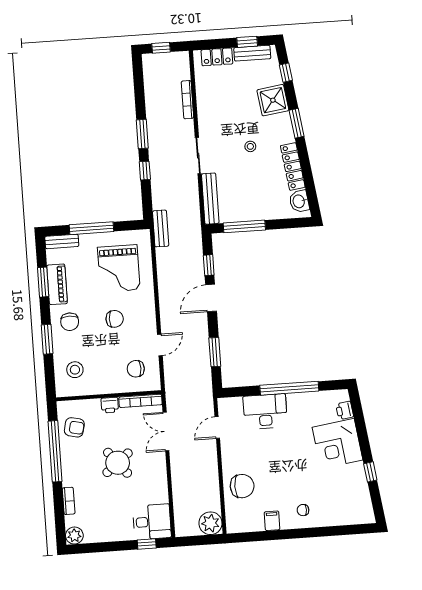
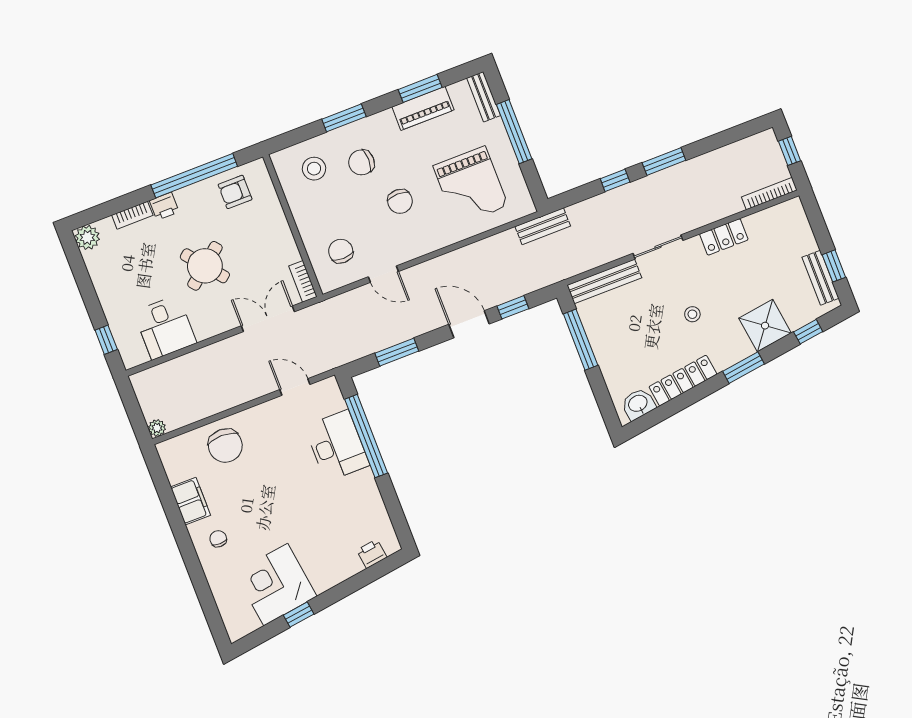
locker: (217, 57) -> (724, 237), moved, turned -90
bookcase: (187, 100) -> (769, 194), moved
grand piano: (119, 268) -> (471, 186), turned -90
chair: (70, 322) -> (361, 162), moved
window: (289, 388) -> (366, 436), moved
bookcase: (140, 401) -> (303, 281), width x0.64
printer: (110, 405) -> (164, 206), moved, turned -90
armchair: (74, 427) -> (235, 192), turned 77
corner desk: (338, 444) -> (276, 585), moved
filing cabinet: (272, 521) -> (190, 501), width x2.00
desk: (152, 522) -> (165, 327), moved
plant: (210, 523) -> (157, 428), width x0.53, depth x0.53

